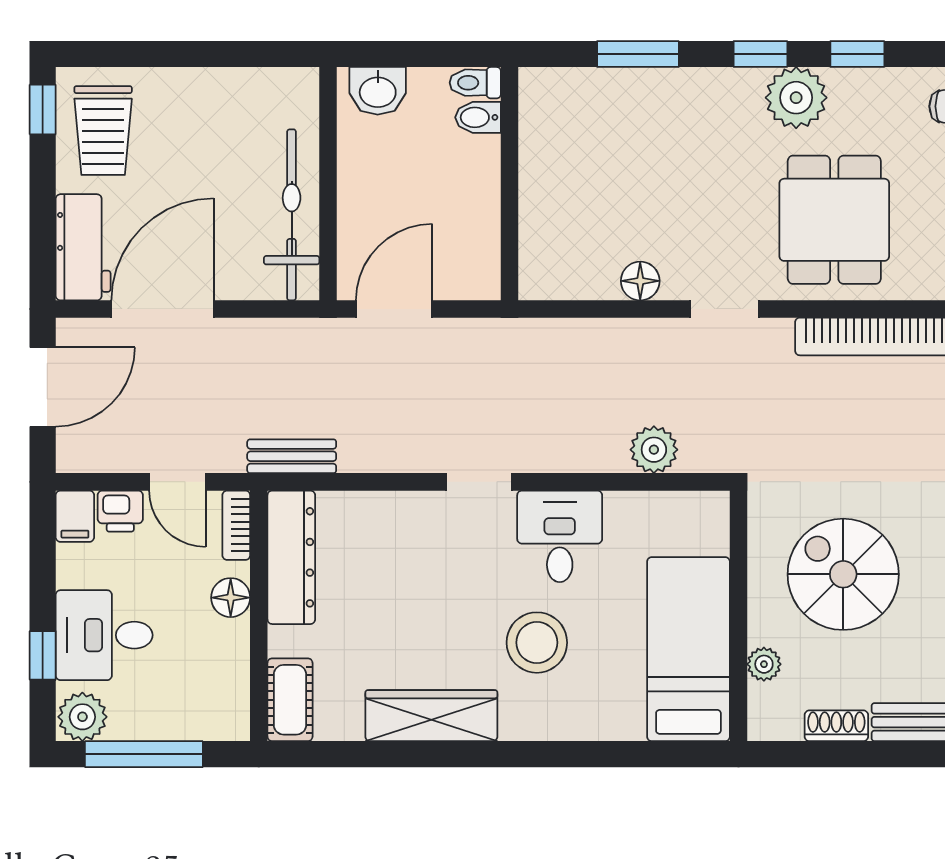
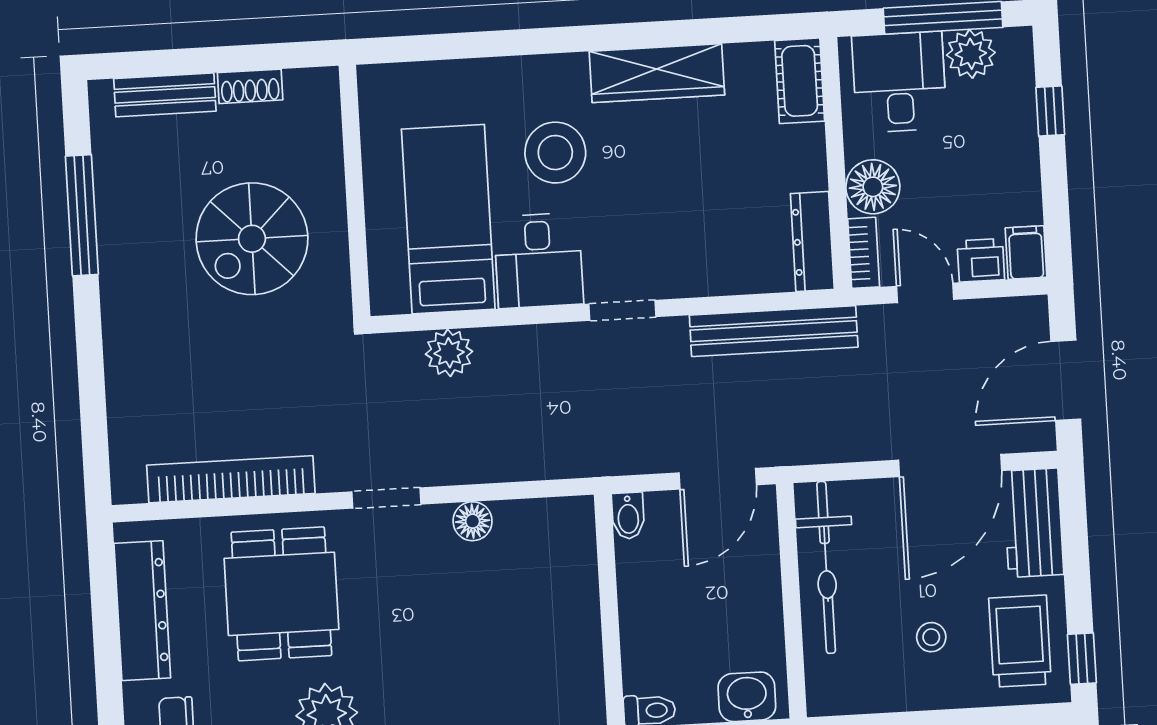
bidet: (478, 117) -> (628, 516), moved, turned 90
stool: (191, 140) -> (931, 637), added
bench: (292, 456) -> (774, 331), width x1.86, depth x1.21
dresser: (291, 557) -> (812, 242), width x0.73, depth x0.80
spiral stairs: (843, 574) -> (252, 239), turned 90
floor lamp: (231, 598) -> (873, 187), width x1.38, depth x1.38
desk: (104, 635) -> (899, 82), moved, turned -90
bed: (688, 649) -> (448, 219), moved, turned 180
plant: (764, 664) -> (326, 144), removed
plant: (82, 717) -> (971, 54), moved

